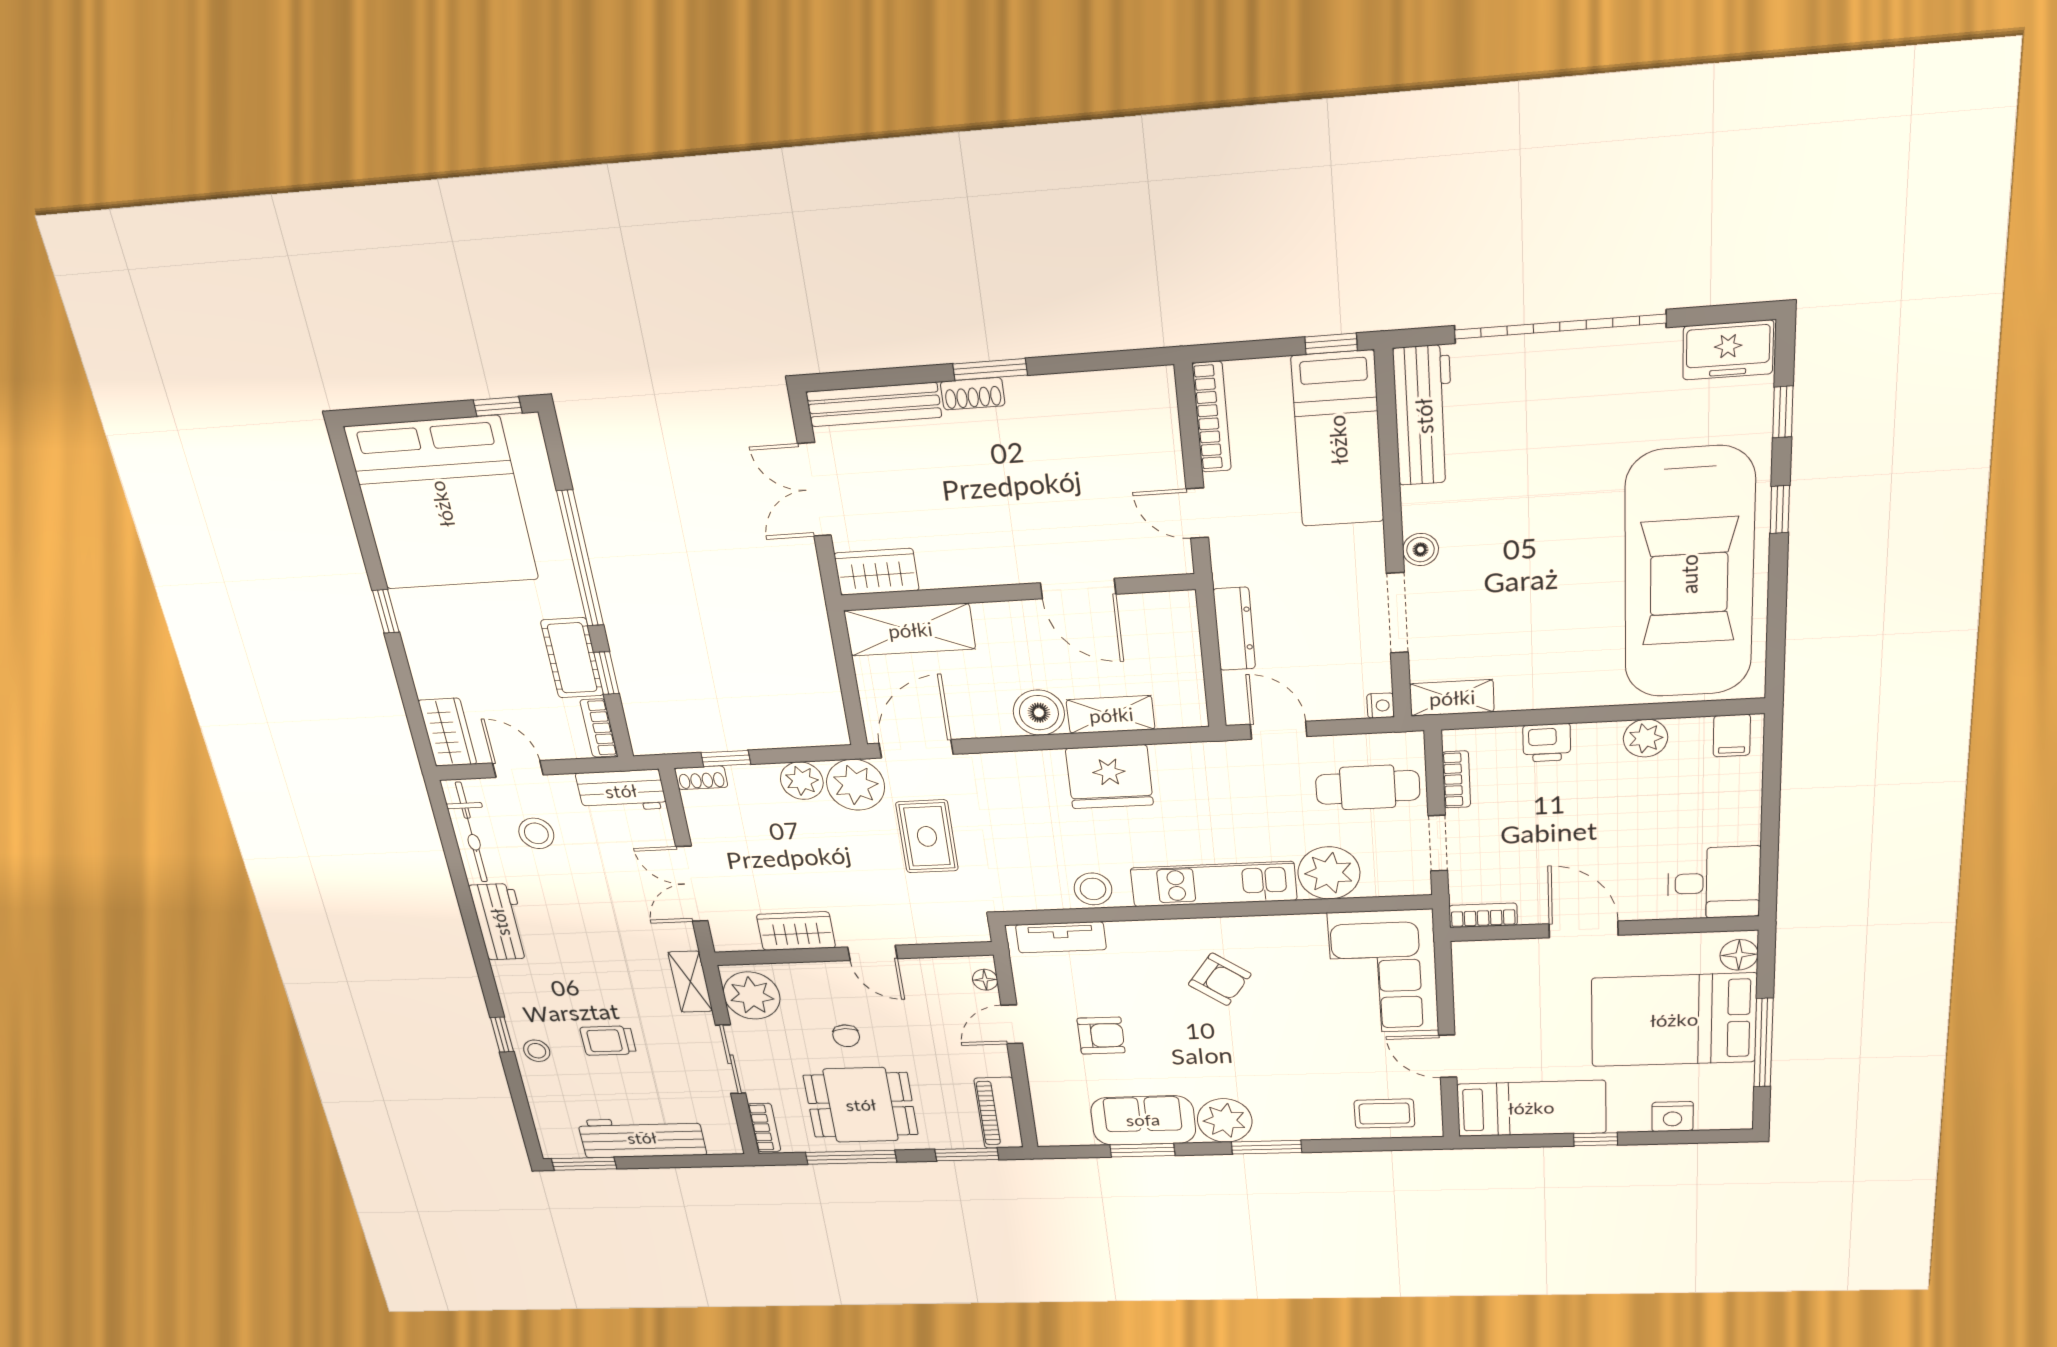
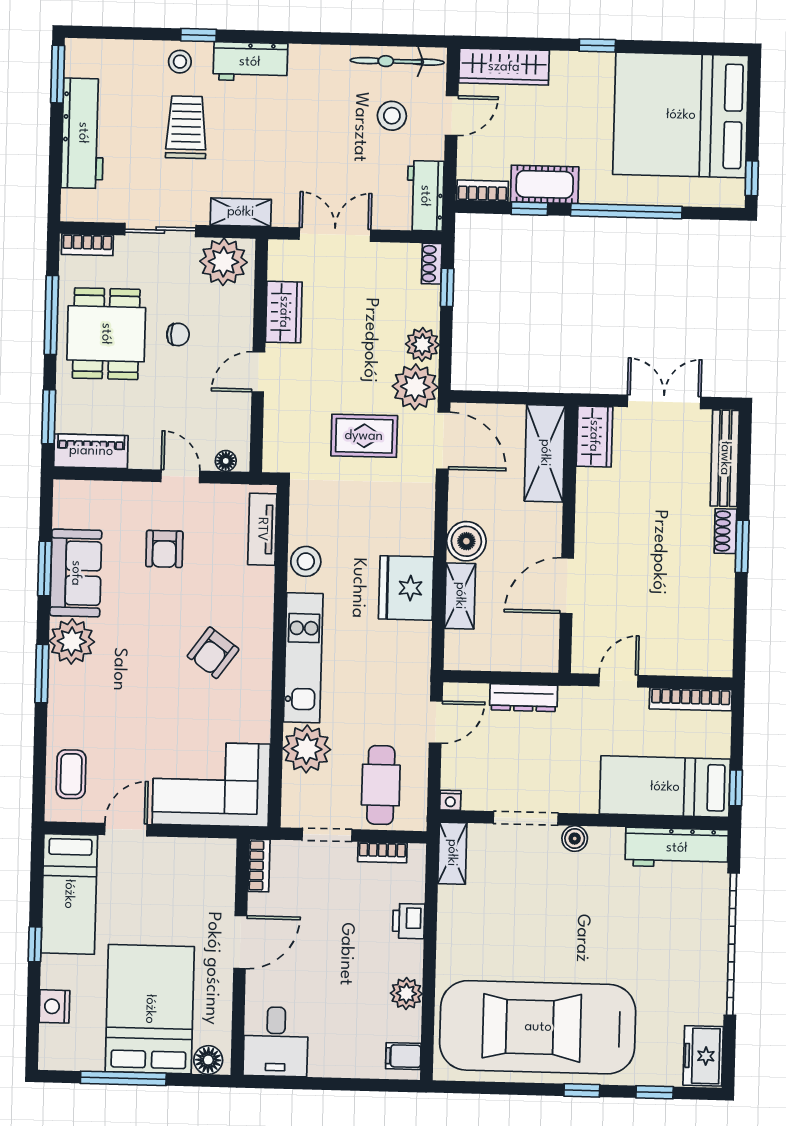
wardrobe: (448, 732) -> (504, 67), width x1.50
workbench: (500, 922) -> (250, 62), moved
chair: (846, 1036) -> (178, 334), turned 180
trolley: (608, 1041) -> (186, 127), width x1.36, depth x1.39

